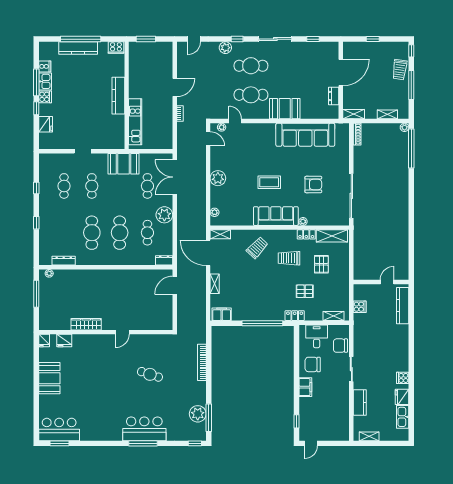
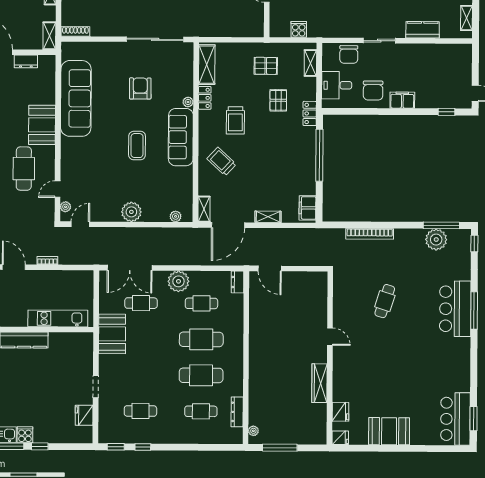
fridge: (46, 124) -> (84, 415), moved, turned -90
cafe table: (92, 186) -> (201, 411), moved
window: (36, 223) -> (116, 447), moved
pallet: (321, 264) -> (266, 66), moved

